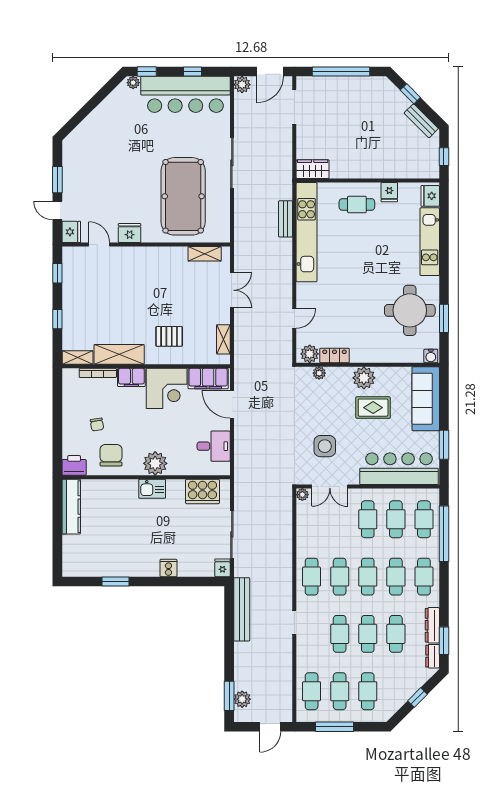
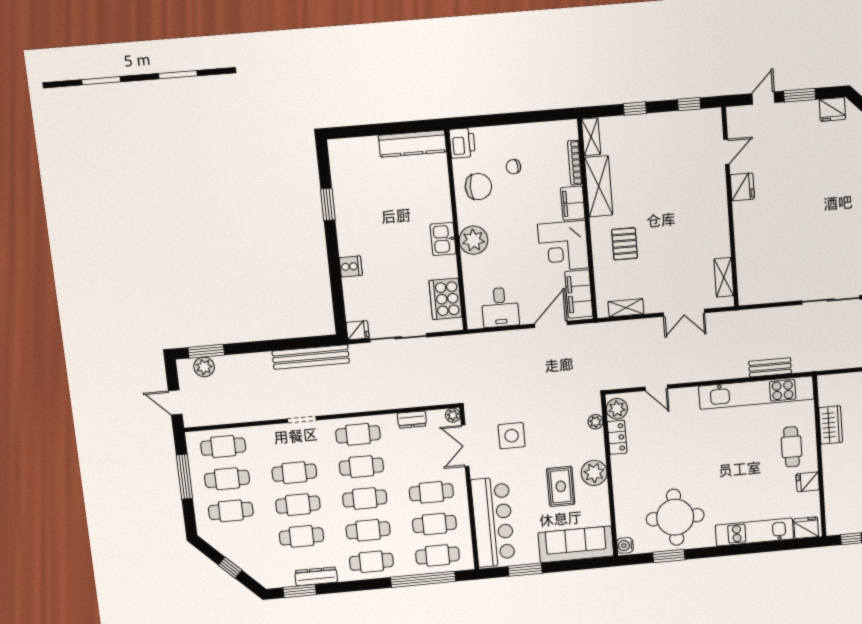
wardrobe: (313, 169) -> (831, 425), moved
pool table: (183, 196) -> (789, 246), removed
fridge: (71, 232) -> (832, 109), moved
dresser: (433, 656) -> (412, 420), moved, turned 180

